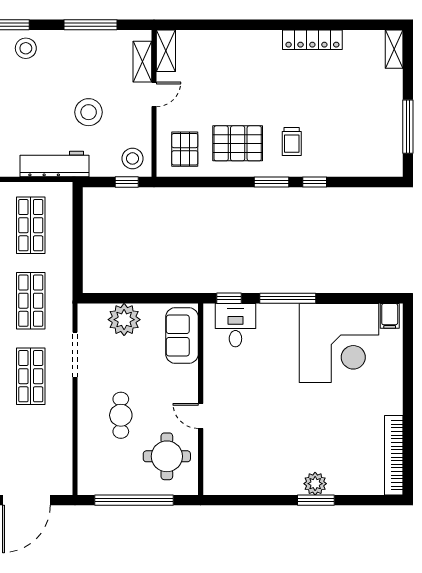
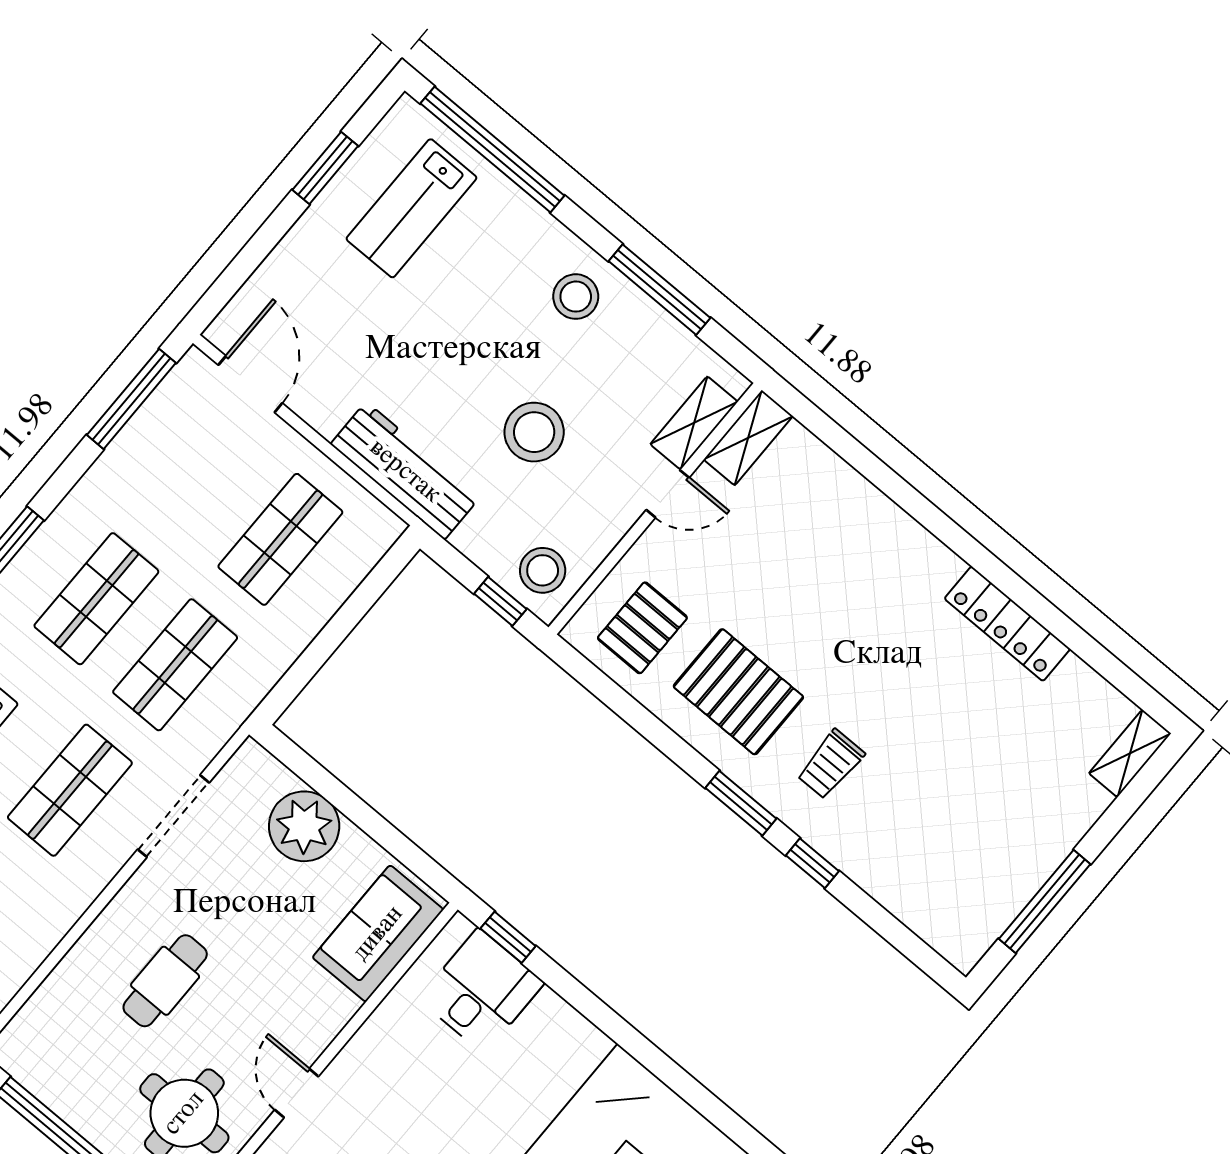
stool: (26, 48) -> (576, 297), moved
window: (288, 298) -> (606, 1019), removed

